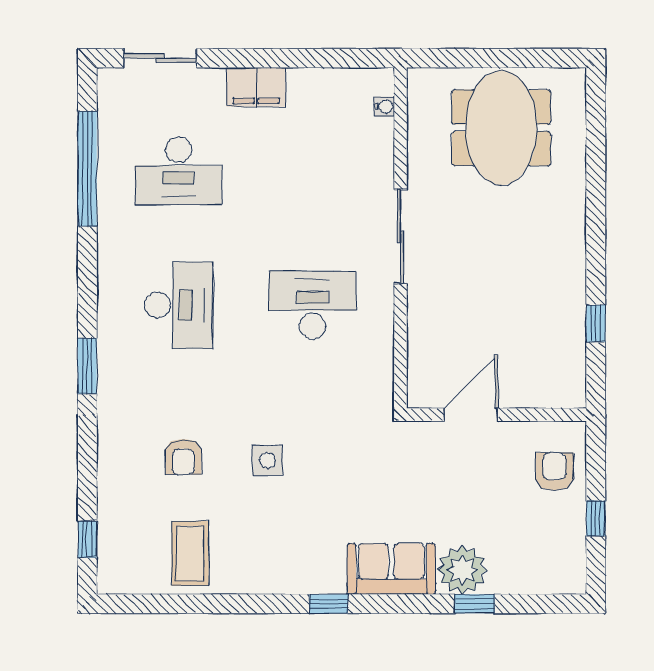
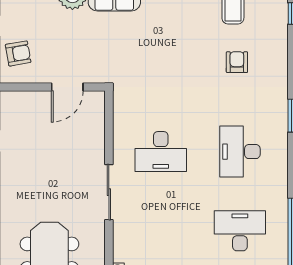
side table: (268, 460) -> (187, 60), removed
armchair: (554, 472) -> (18, 53), turned -100

